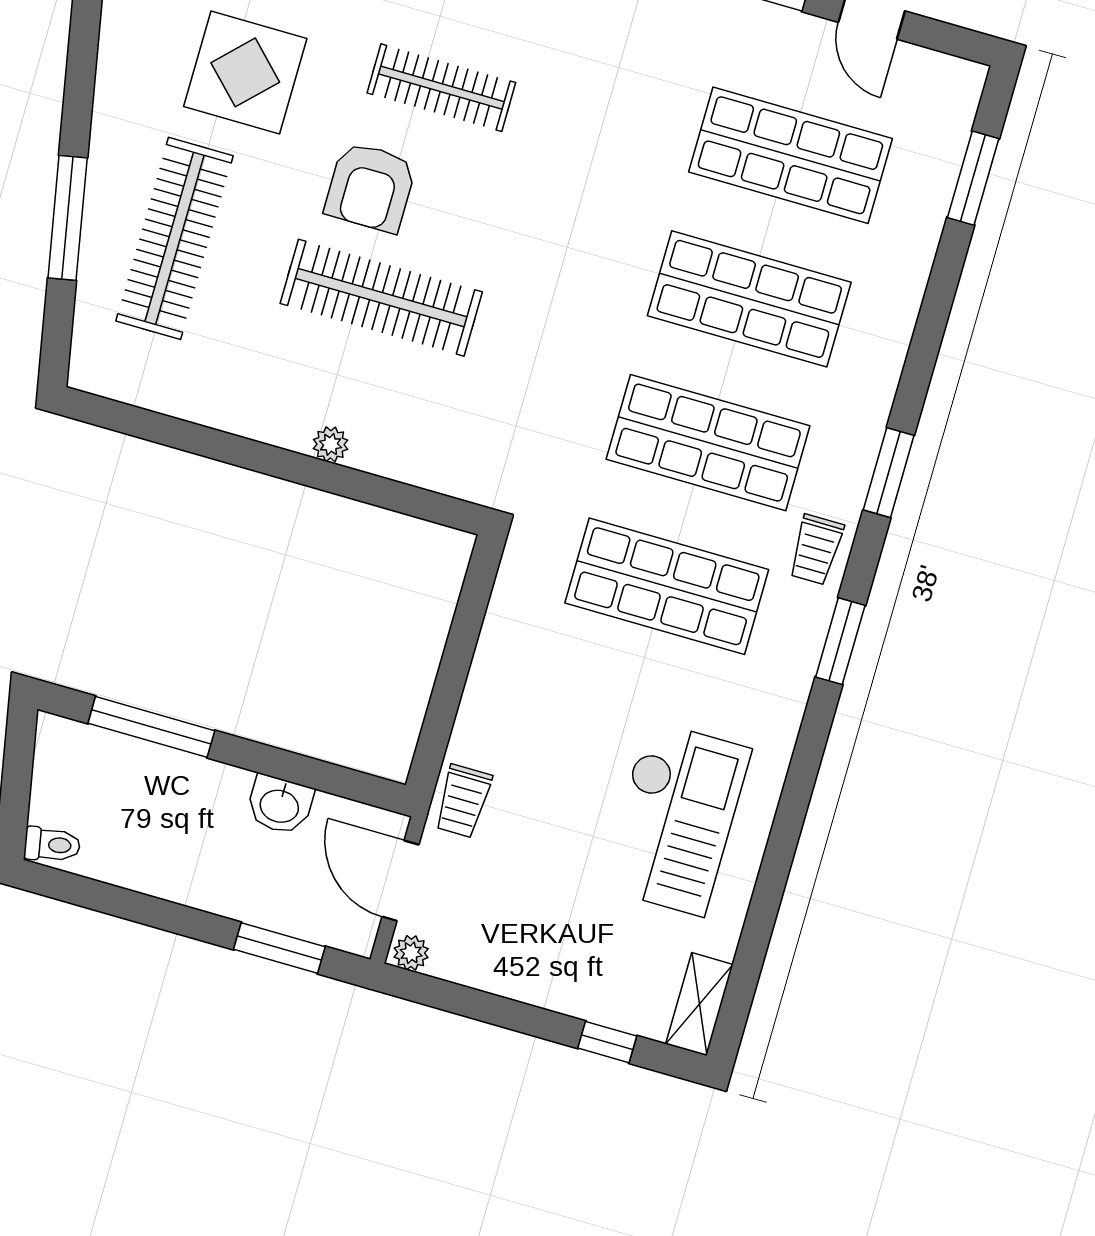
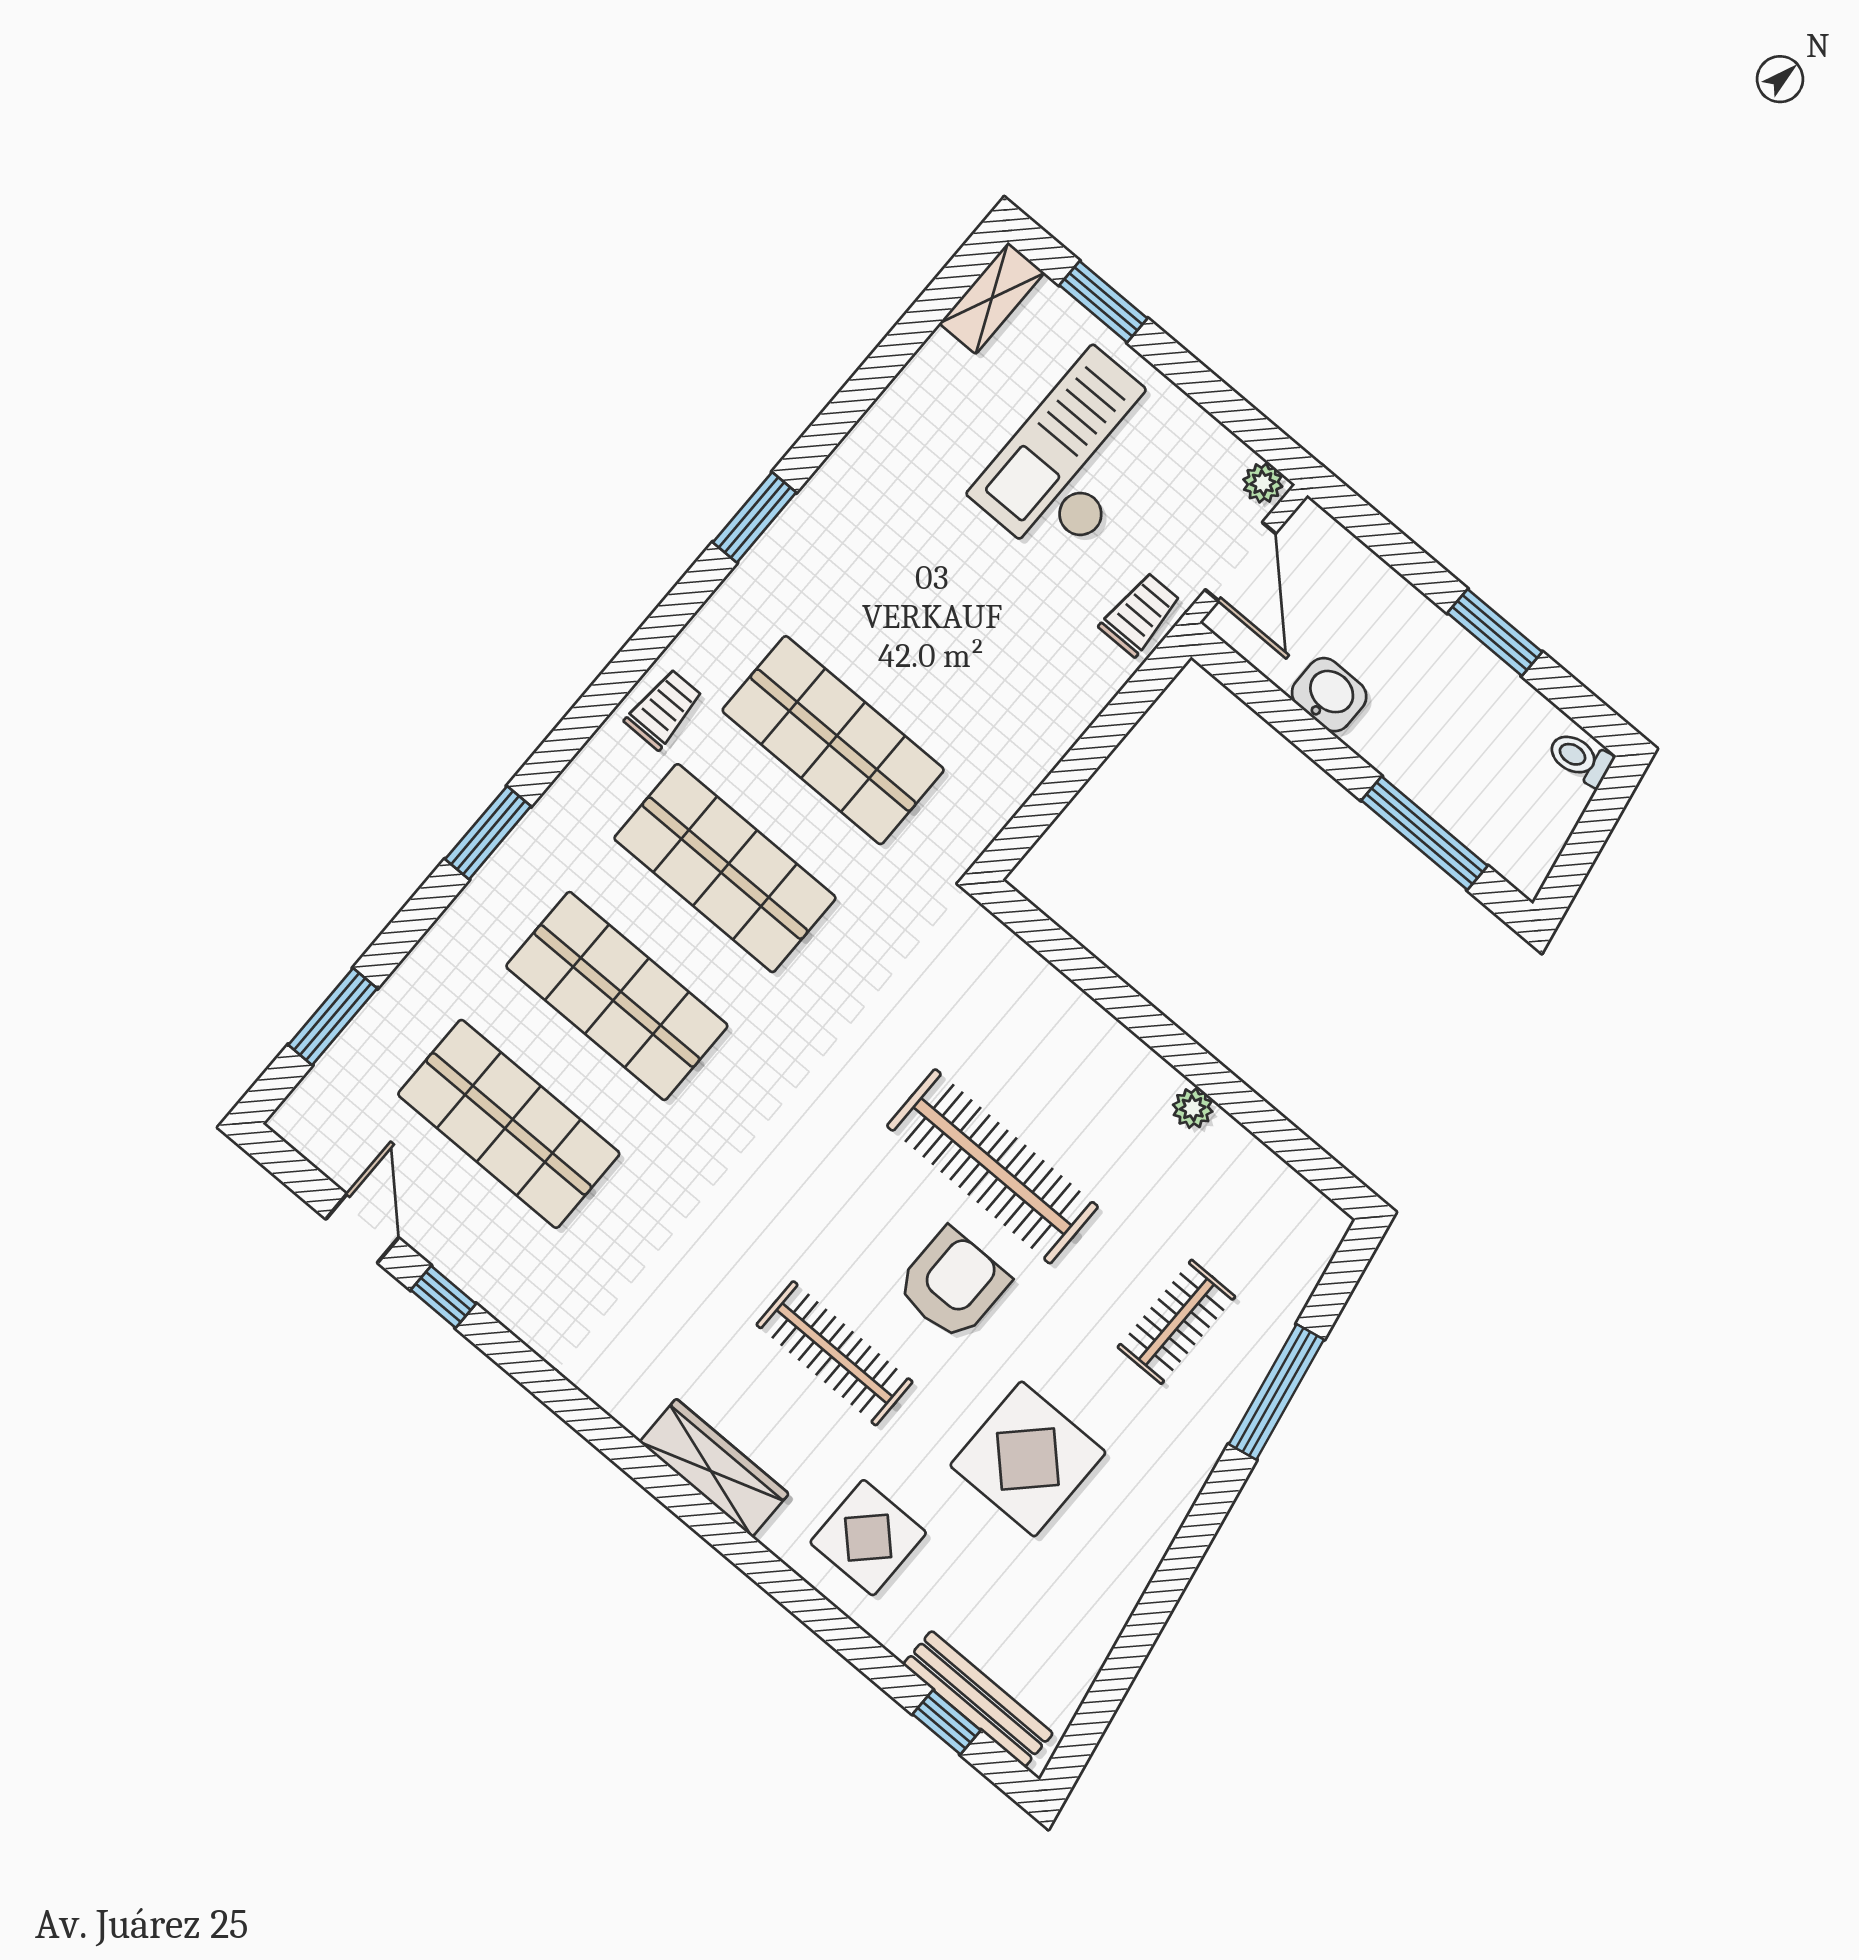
clothes rail: (174, 238) -> (1176, 1322), width x0.54, depth x0.76
plant: (331, 444) -> (1193, 1108), moved
window: (889, 473) -> (488, 833), moved
window: (840, 641) -> (755, 517), moved
checkout: (676, 818) -> (1076, 458), moved
window: (279, 948) -> (1495, 632), moved
window: (607, 1042) -> (1103, 302), width x1.50

